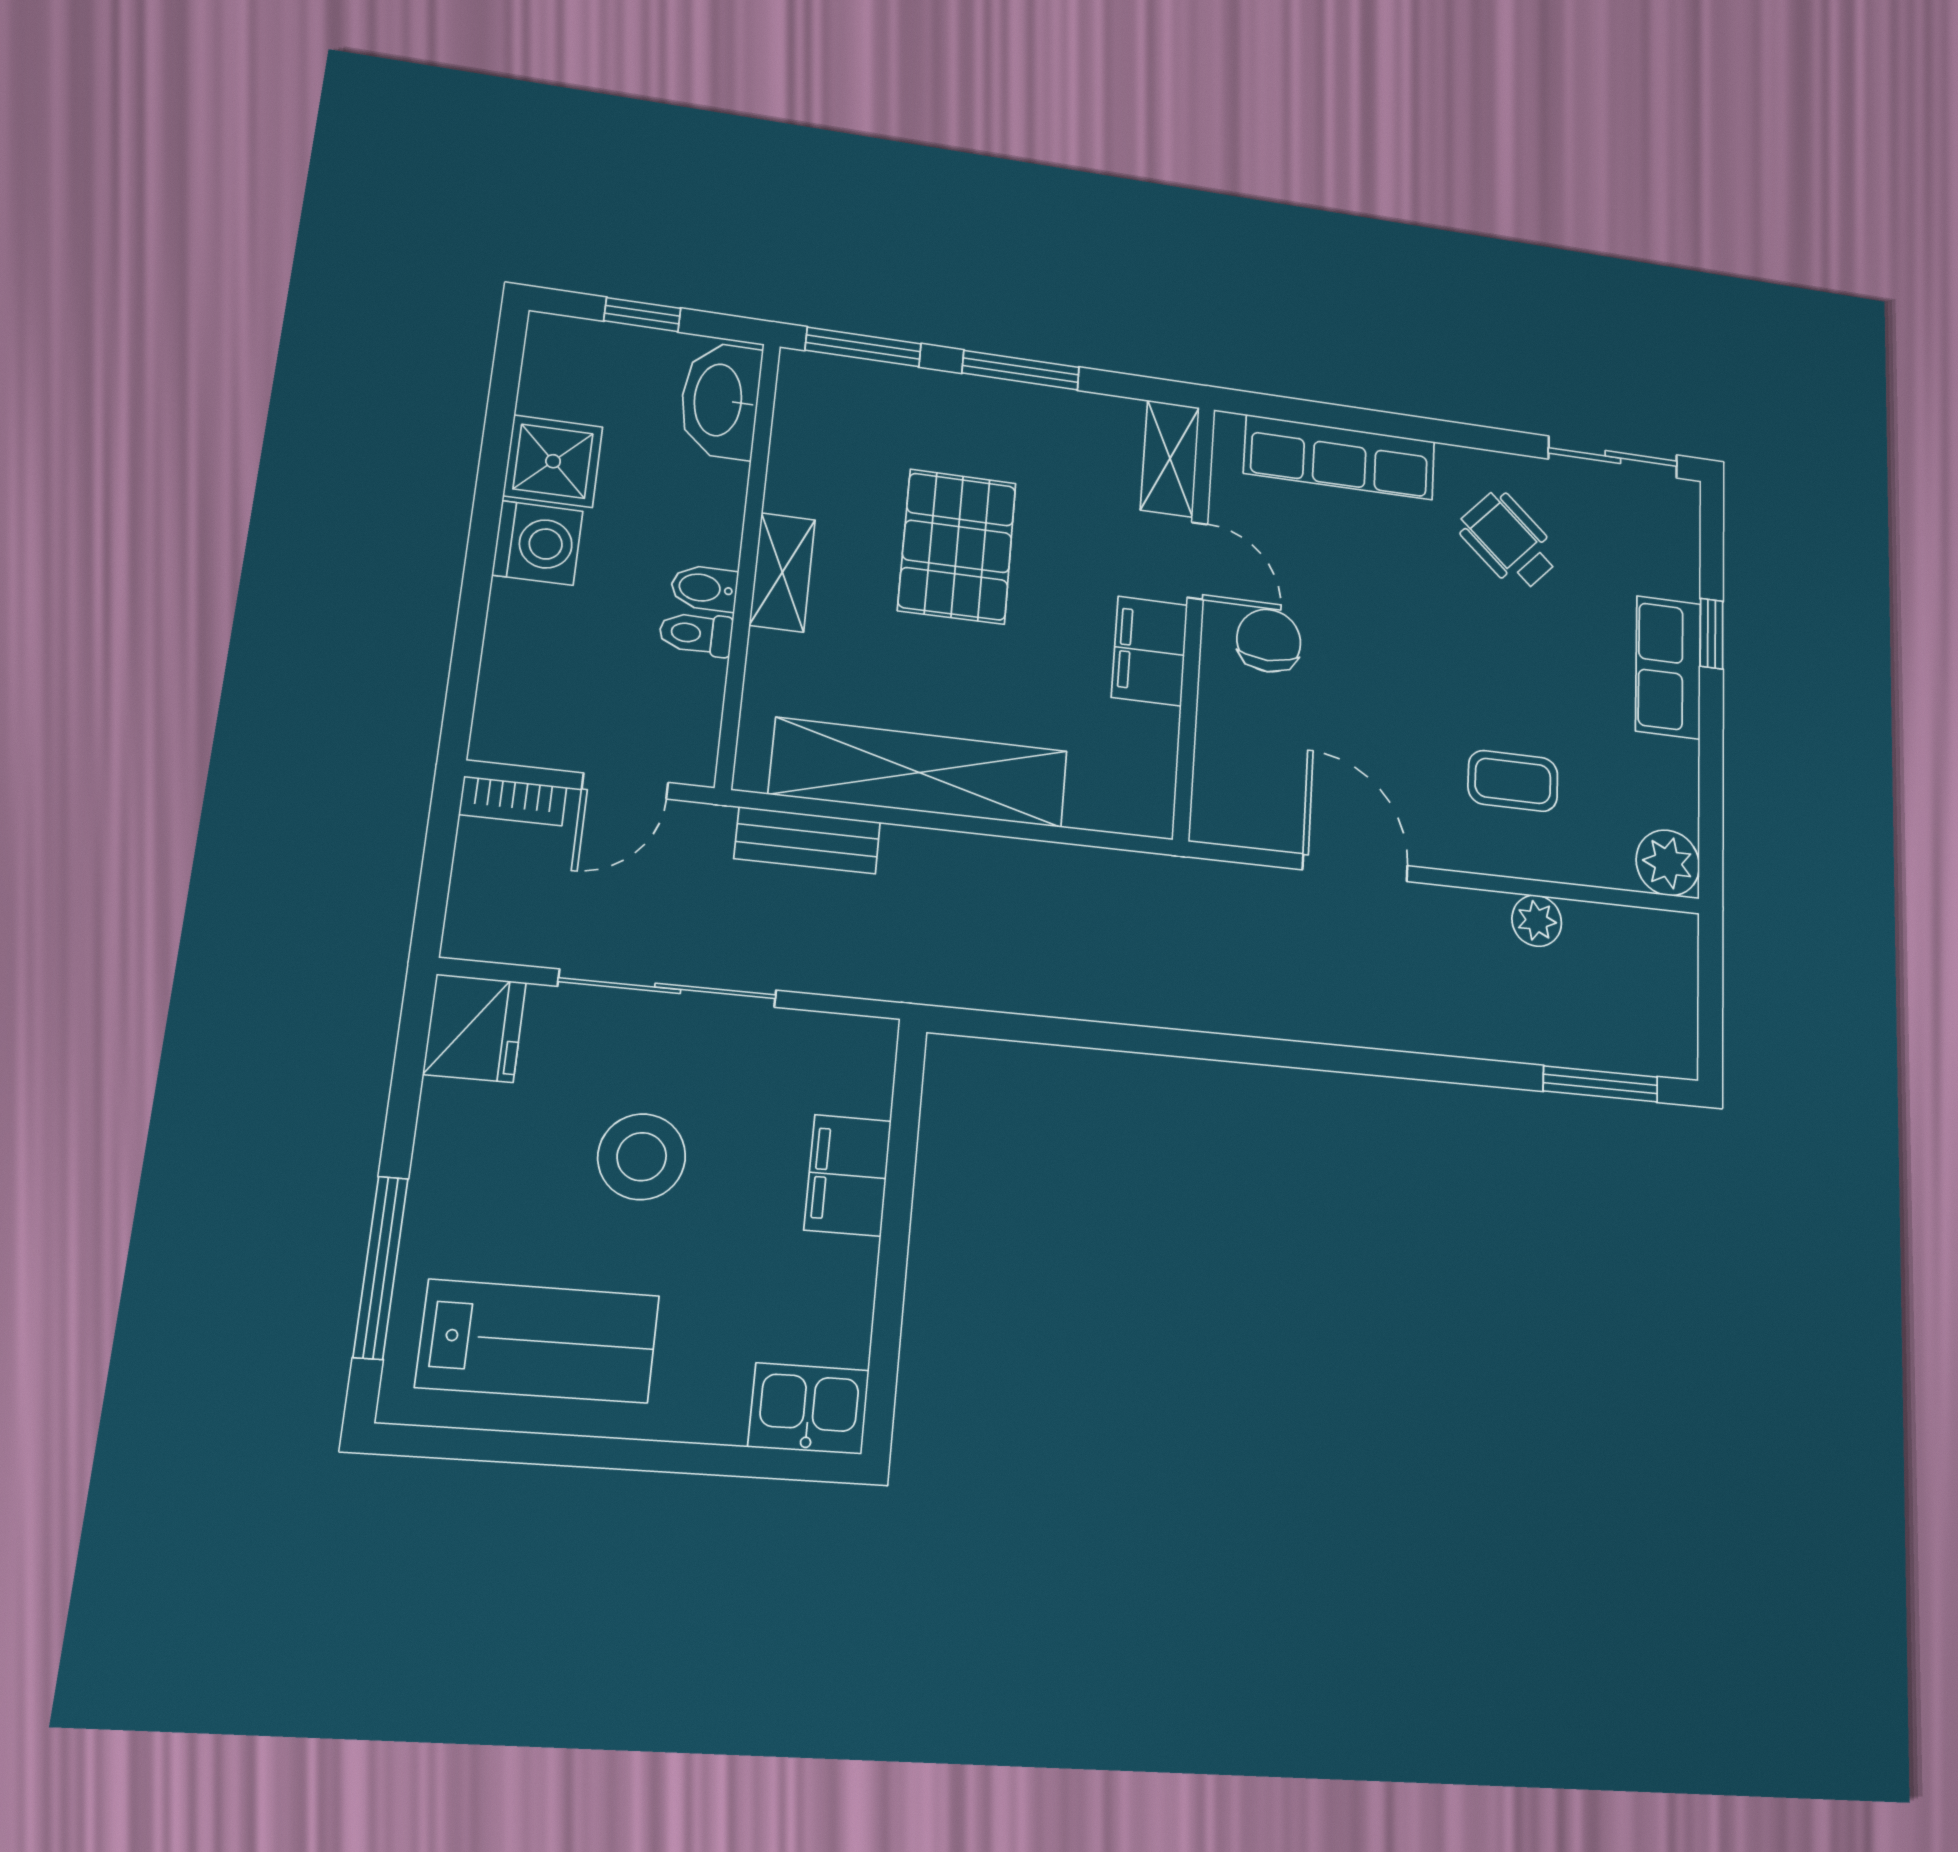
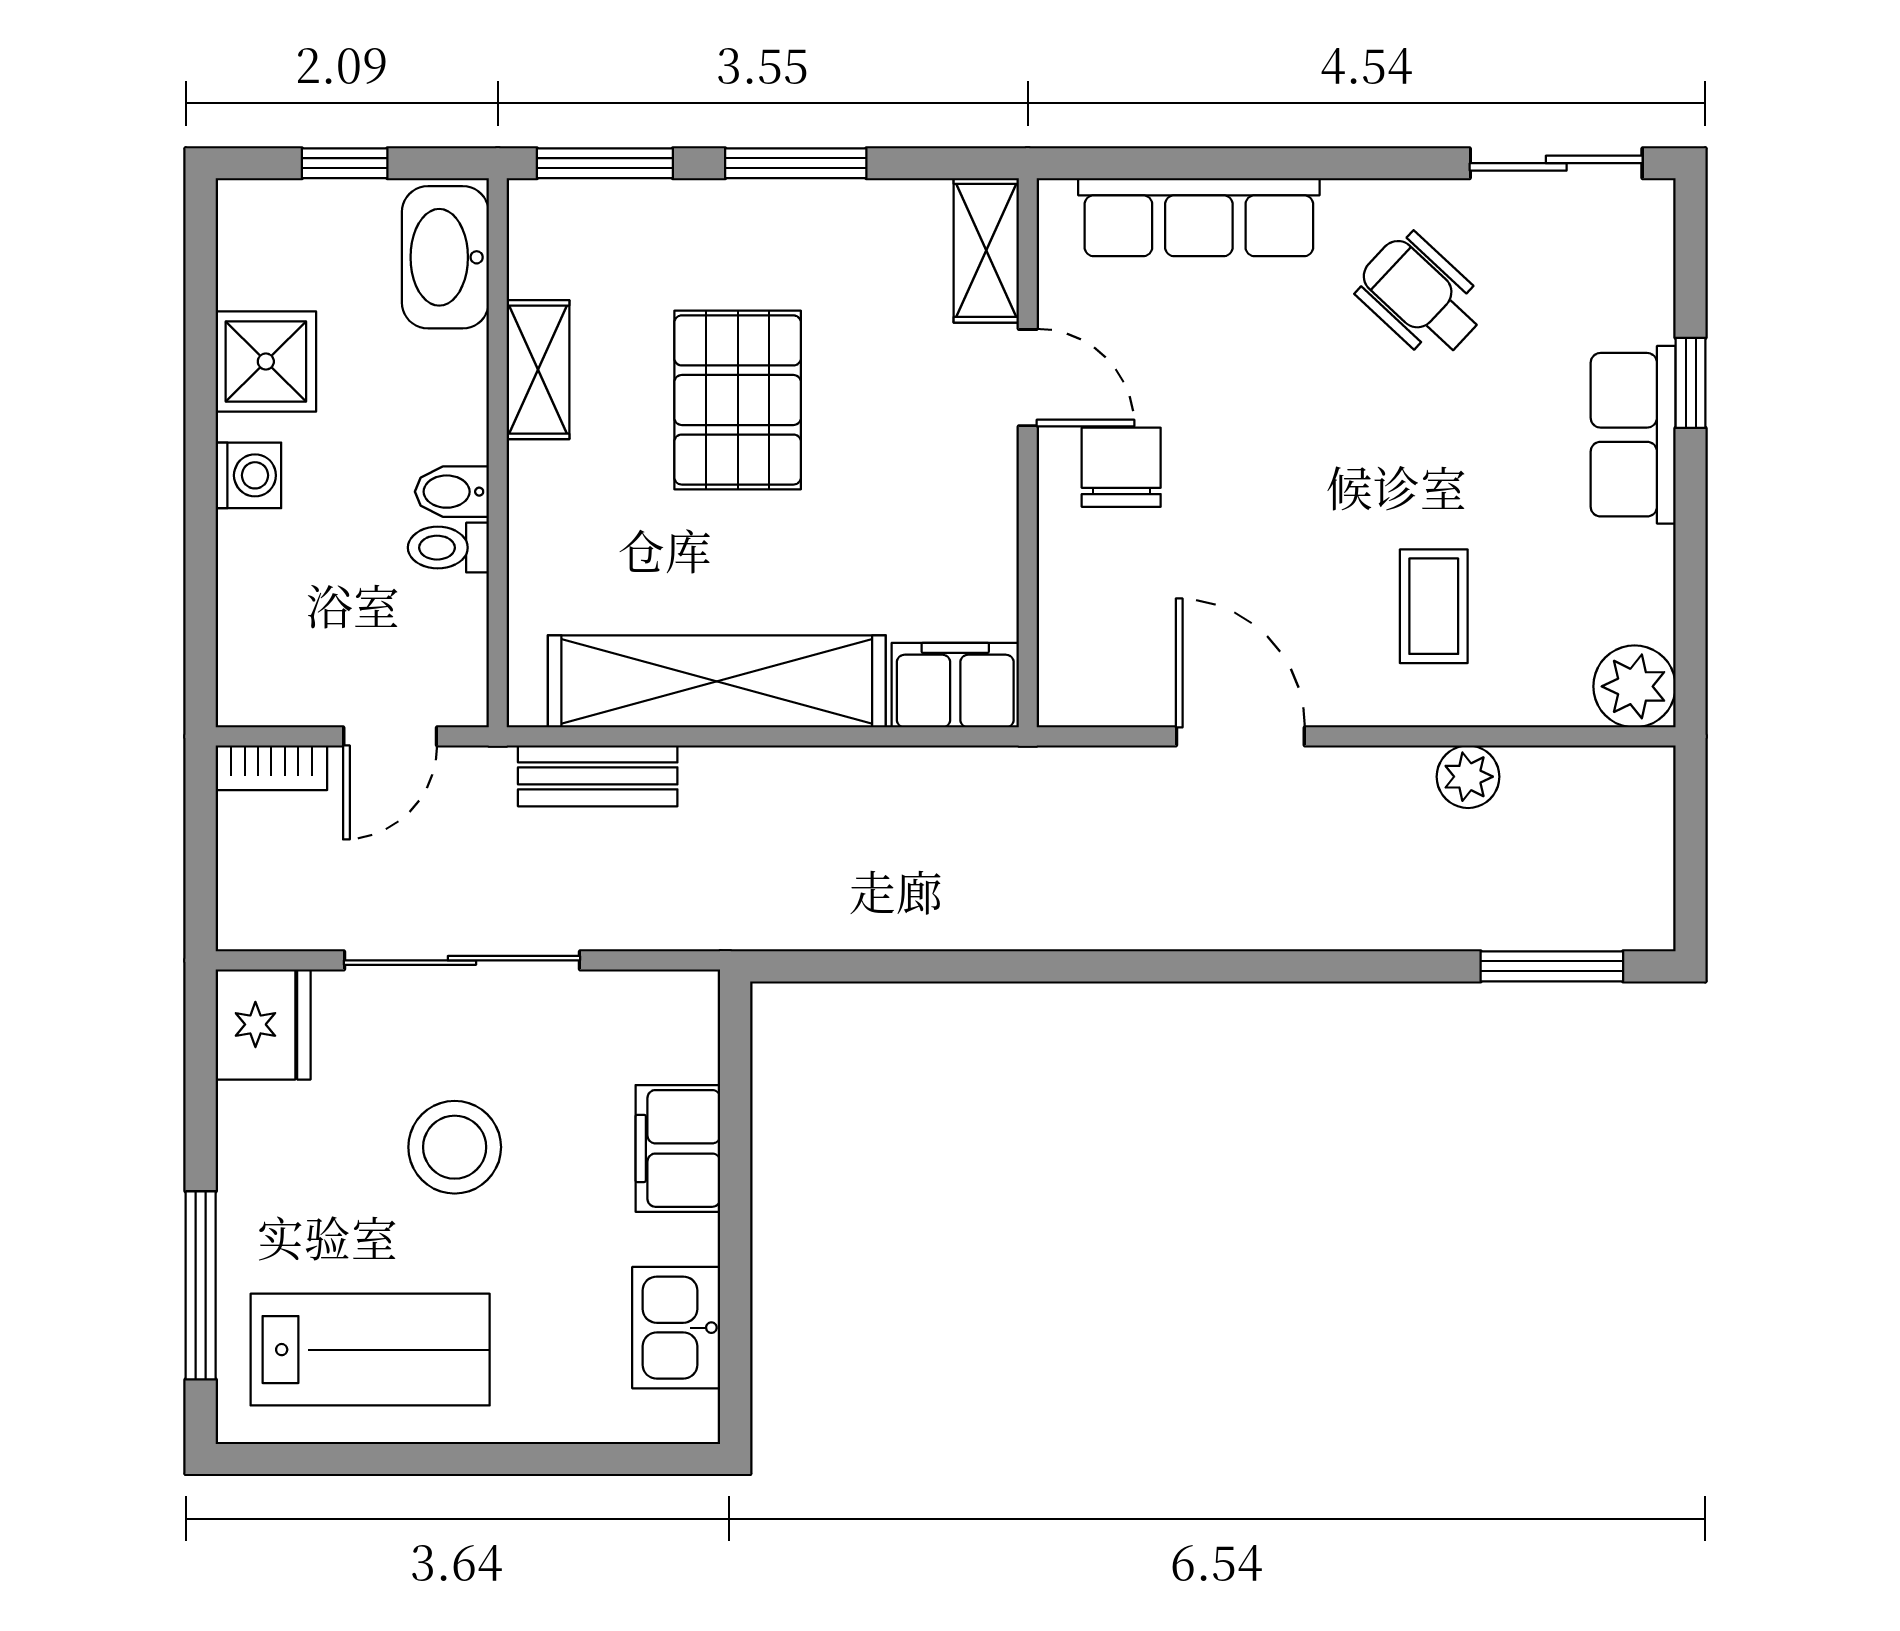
washing machine: (538, 543) -> (248, 475), width x0.73, depth x0.73
shelving: (782, 572) -> (538, 370), moved
filing cabinet: (1150, 651) -> (955, 685), moved, turned 90
coffee table: (1513, 781) -> (1434, 606), turned 90
kitchen sink: (809, 1409) -> (676, 1328), moved, turned -90

